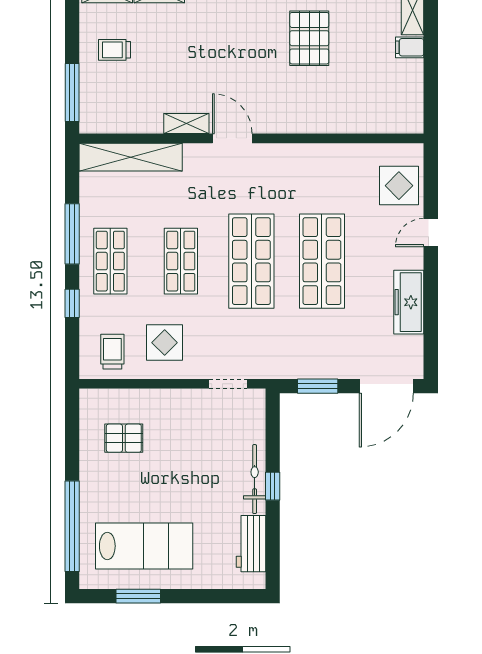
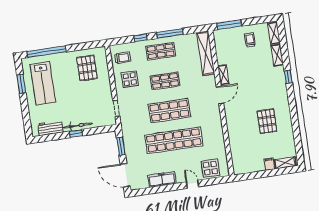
pallet: (309, 38) -> (267, 121), turned 90
shop shelf: (322, 261) -> (174, 140), width x1.40
pallet: (124, 438) -> (87, 68), width x1.50, depth x1.42

